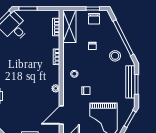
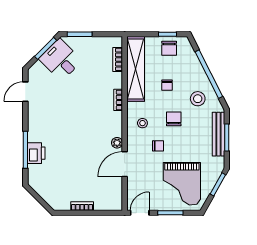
shelving: (69, 26) -> (136, 69), width x1.47
chair: (97, 71) -> (174, 119), added
door: (61, 115) -> (125, 164), moved

